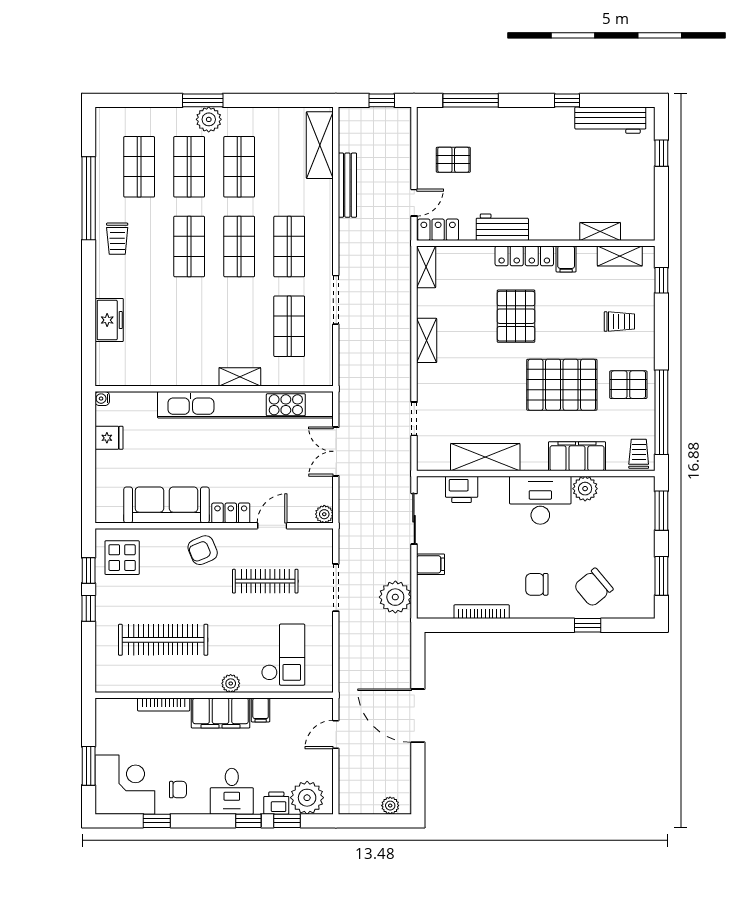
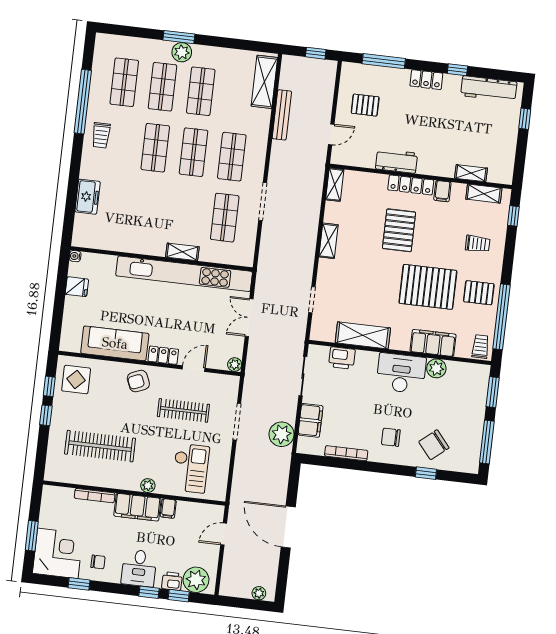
locker: (438, 230) -> (426, 80), moved, turned 180
filing cabinet: (431, 564) -> (310, 420), width x2.00
window: (661, 576) -> (487, 442), width x1.44

